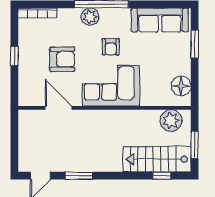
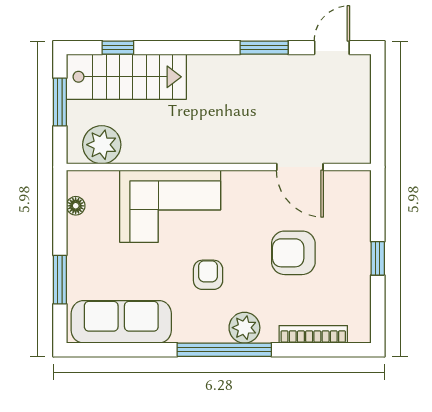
bookcase: (37, 13) -> (313, 334), moved
corner sofa: (111, 86) -> (170, 206), moved
floor lamp: (181, 86) -> (76, 206), width x0.53, depth x0.53

